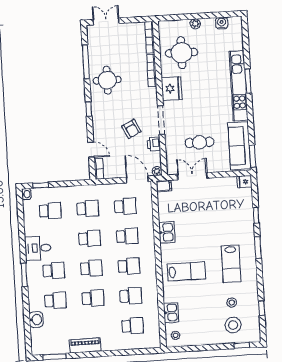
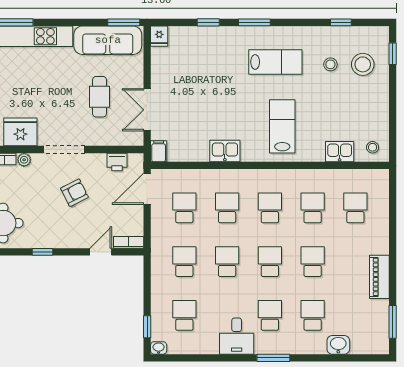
printer: (154, 144) -> (117, 162), moved
plant: (157, 171) -> (24, 160), moved

